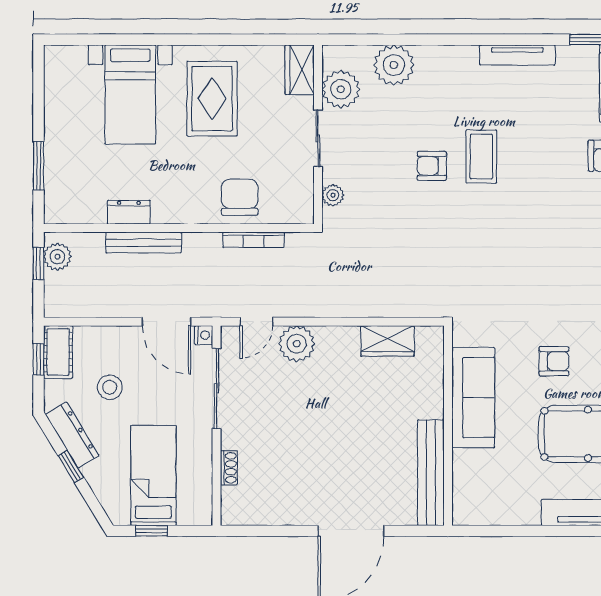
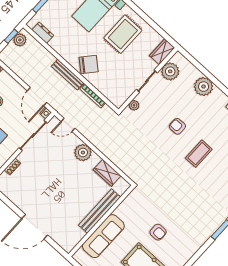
plant: (394, 65) -> (204, 87), moved
coffee table: (481, 156) -> (199, 154), moved
chair: (240, 197) -> (89, 65), moved, turned 41
dresser: (129, 212) -> (43, 33), moved
bench: (144, 243) -> (68, 75), moved
plant: (297, 344) -> (83, 153), moved
sofa: (473, 397) -> (103, 236), moved
bench: (431, 473) -> (100, 211), moved

